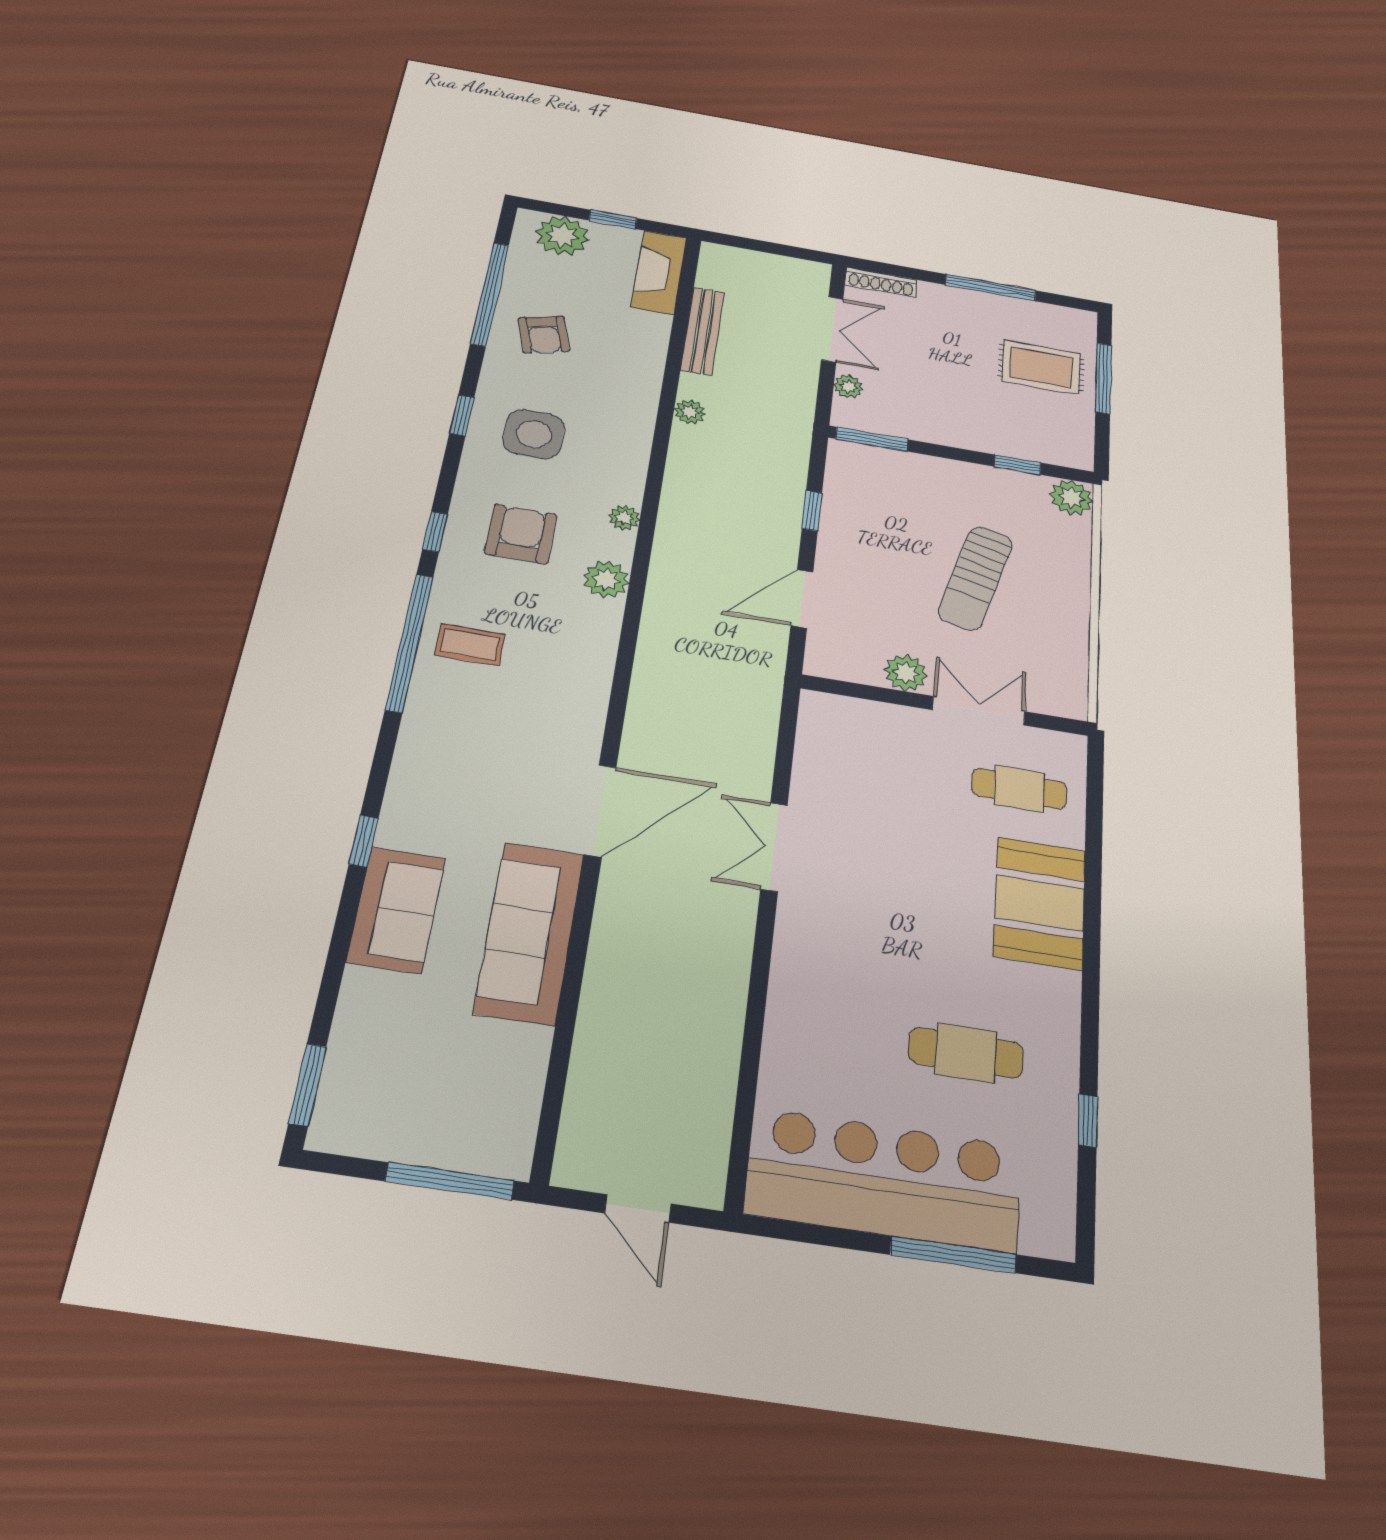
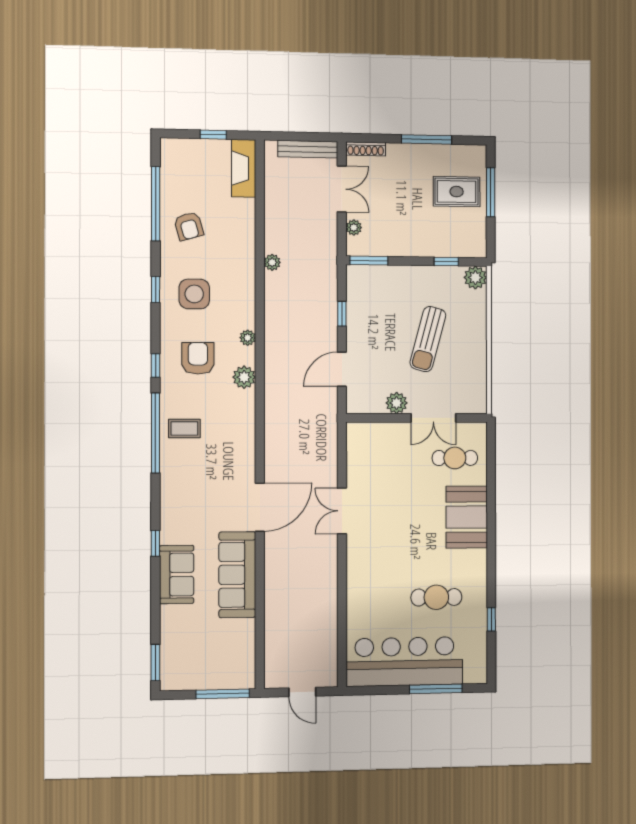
plant: (562, 236) -> (188, 153), removed
bench: (703, 331) -> (308, 149), moved, turned 90
double door: (979, 711) -> (433, 418), swing flipped

